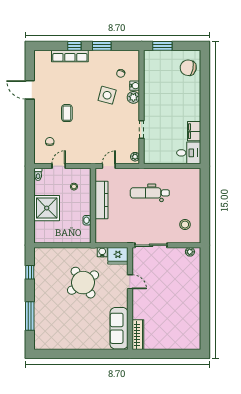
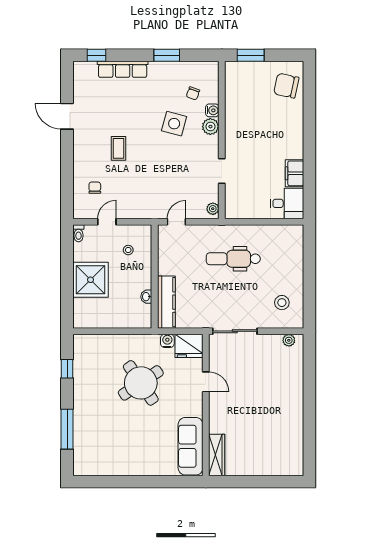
window: (74, 46) -> (96, 55), moved
kitchen counter: (101, 200) -> (166, 302), moved

